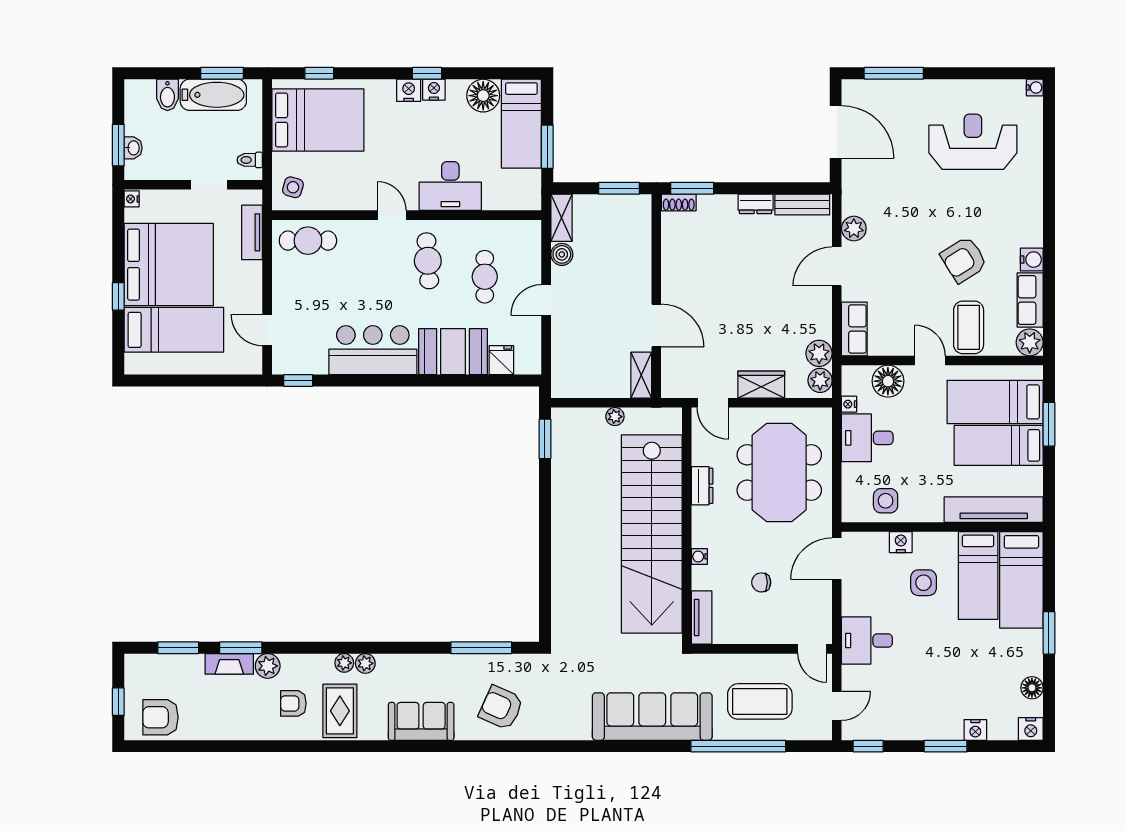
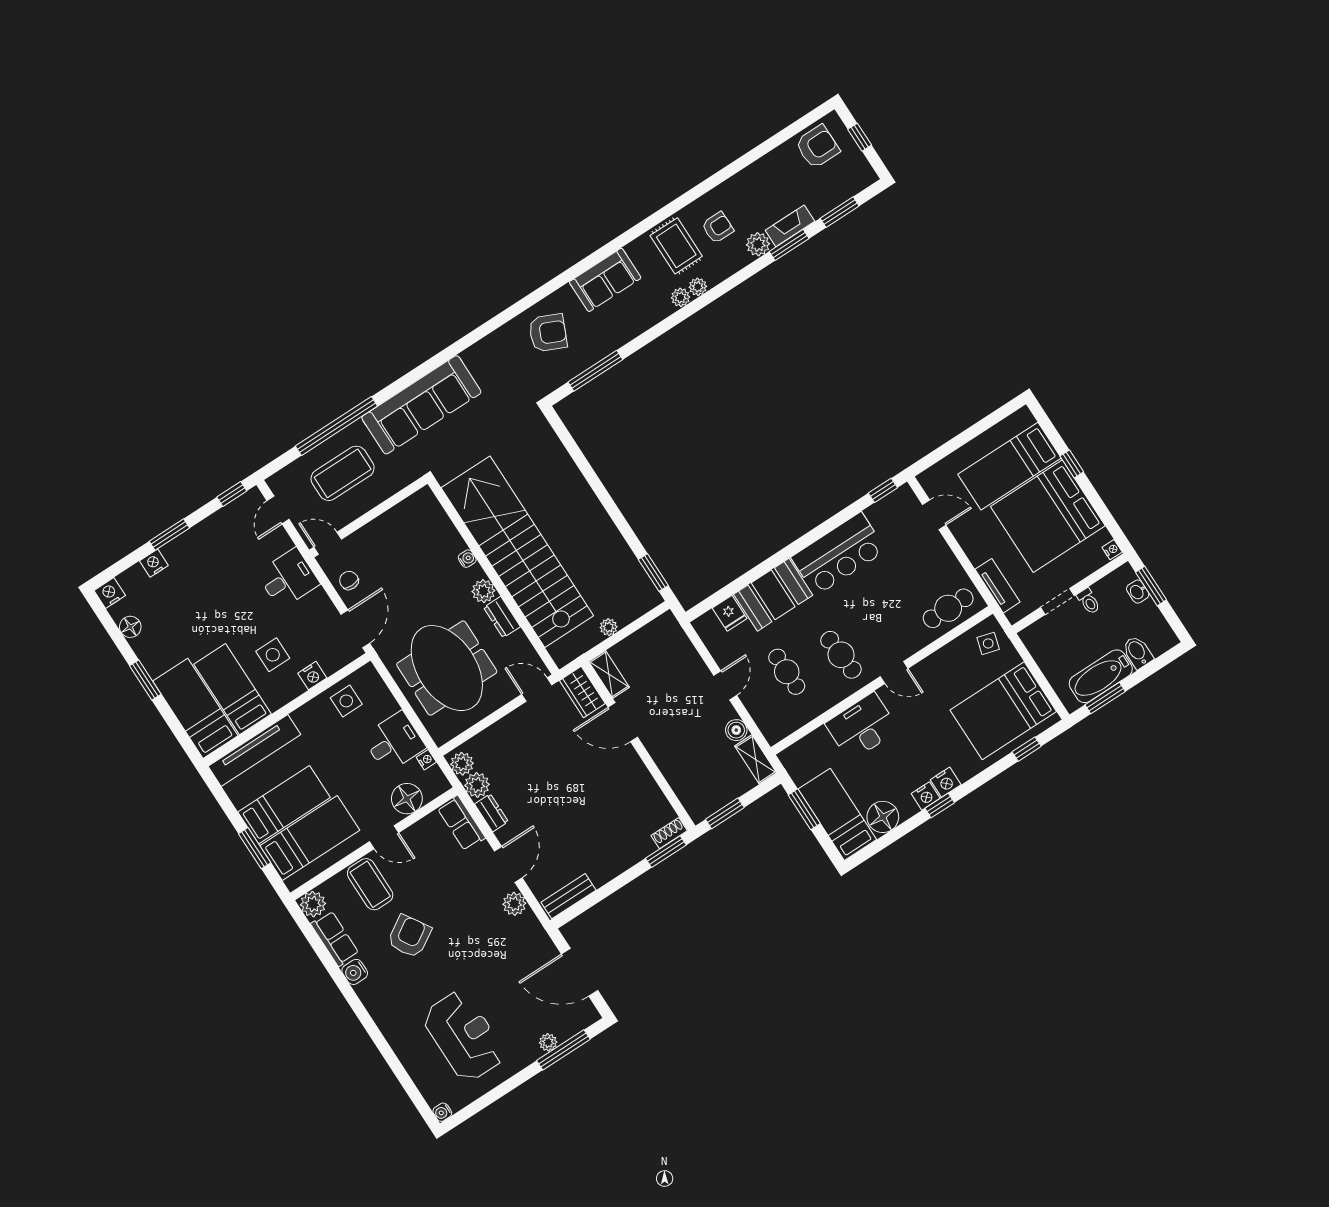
plant: (903, 89) -> (548, 1042), added
reception desk: (973, 142) -> (464, 1036), turned -90
toilet: (250, 160) -> (1089, 601), moved, turned 90
dresser: (756, 204) -> (491, 813), moved, turned 90
wardrobe: (761, 385) -> (582, 692), moved, turned 90
plant: (704, 519) -> (483, 591), added
chair: (761, 582) -> (349, 580), moved, turned -90
tv unit: (702, 617) -> (433, 511), removed

